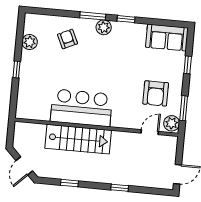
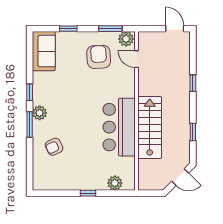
plant: (30, 42) -> (115, 183), moved
armchair: (156, 93) -> (99, 57), turned -93

